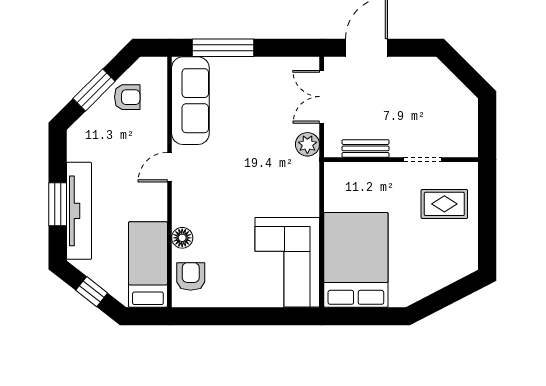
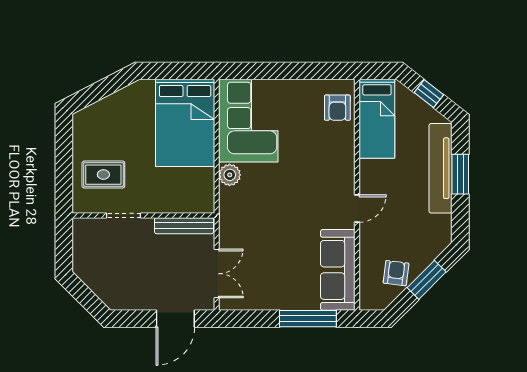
armchair: (127, 97) -> (396, 273), turned 97
plant: (307, 144) -> (230, 175), moved
bench: (366, 148) -> (184, 226), width x1.36
floor lamp: (182, 238) -> (345, 143), removed

